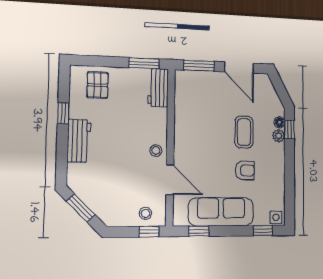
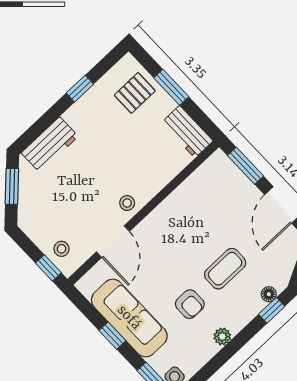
window: (144, 63) -> (171, 87), moved
workbench: (158, 88) -> (187, 132), moved, turned -90
plant: (279, 136) -> (222, 337), moved
workbench: (79, 141) -> (50, 145), moved
window: (199, 231) -> (112, 336), moved

